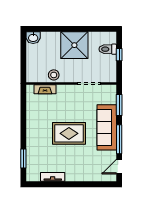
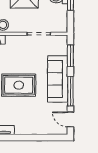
door: (119, 167) -> (70, 119), hinge flipped

